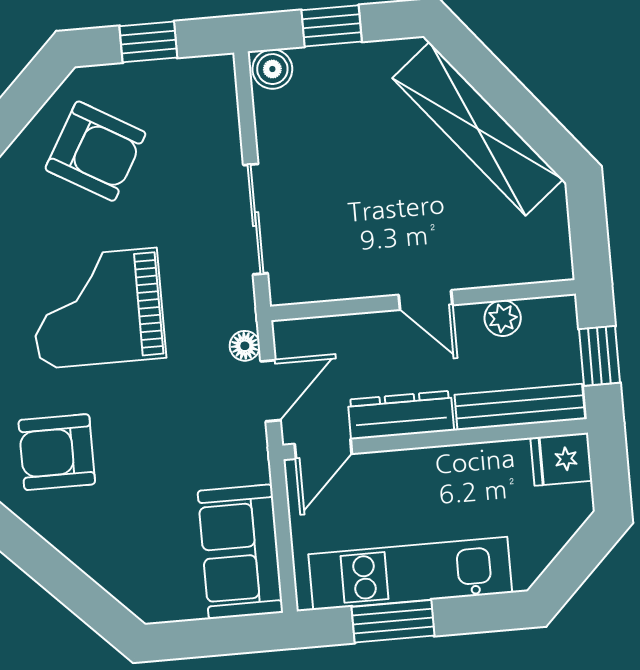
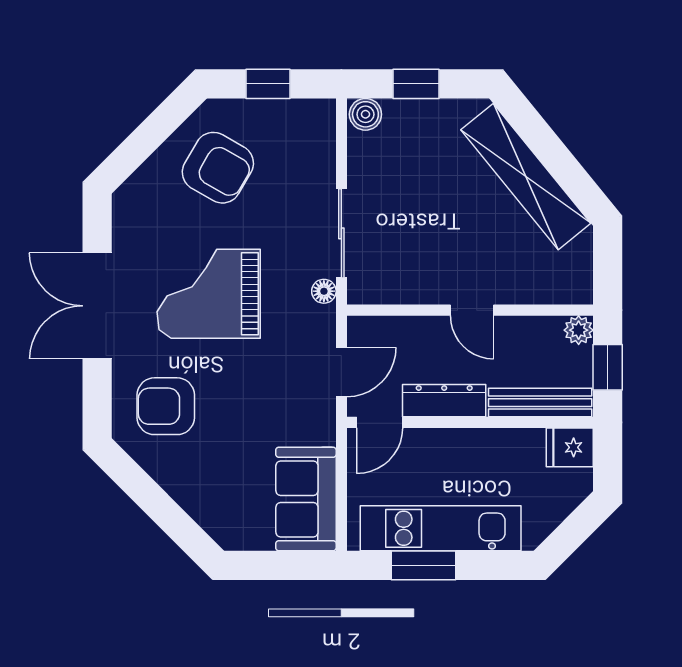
plant: (503, 318) -> (579, 330), moved
floor lamp: (245, 346) -> (324, 291), moved

